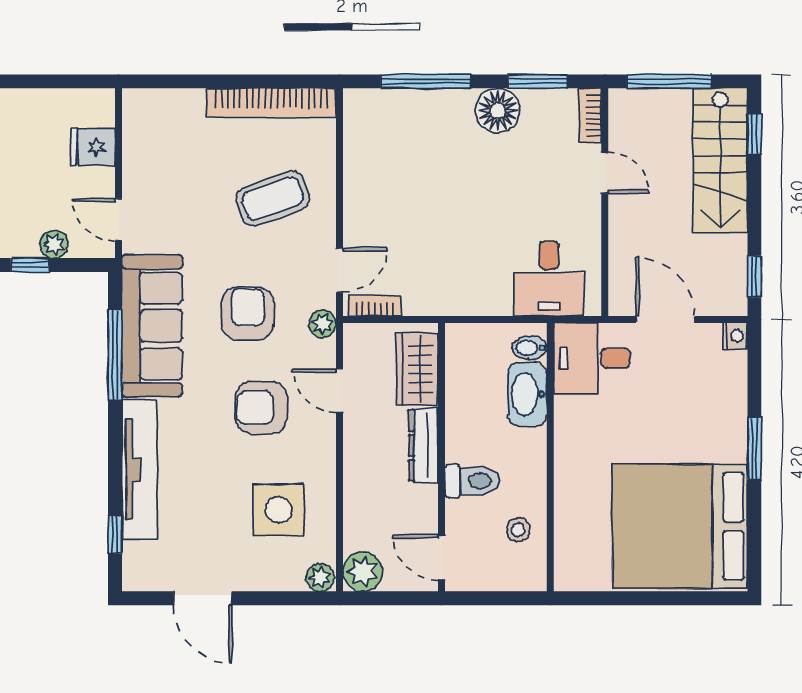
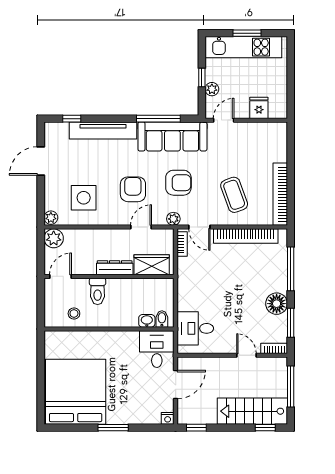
door: (605, 173) -> (246, 355), swing flipped
bookcase: (358, 174) -> (246, 236), added
washbasin: (527, 394) -> (147, 321), width x0.52, depth x0.69

